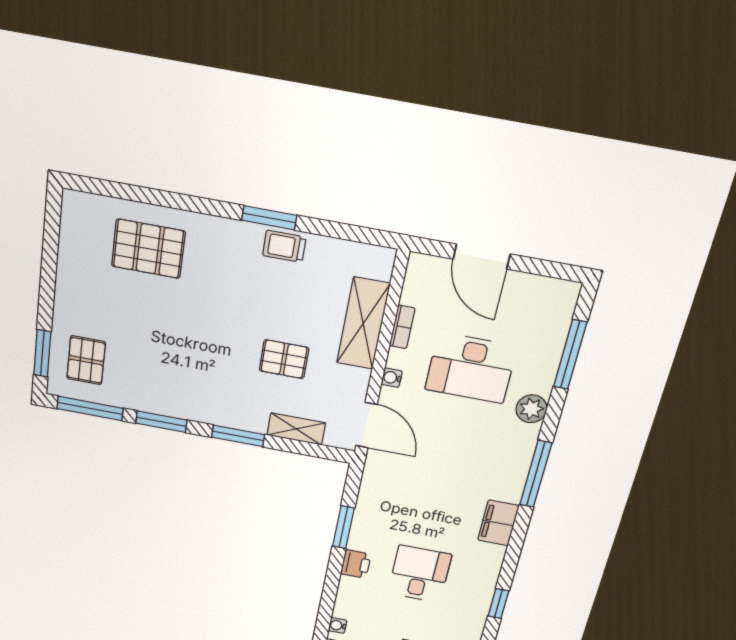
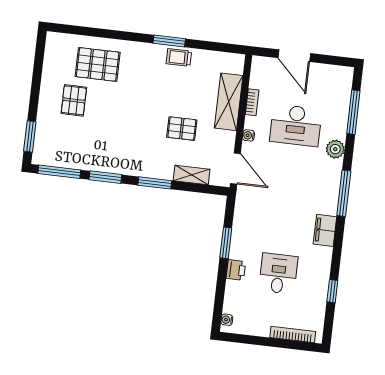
pallet: (86, 360) -> (74, 100), moved

